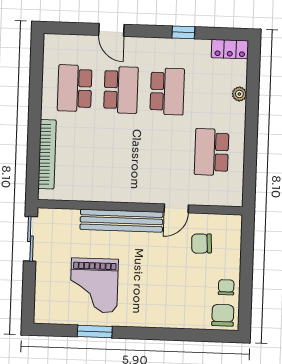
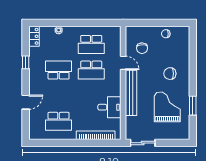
school desk: (121, 90) -> (91, 70), moved, turned 180
desk: (97, 181) -> (109, 107), added
grand piano: (94, 285) -> (167, 107), turned -90
chair: (223, 315) -> (170, 74), moved

